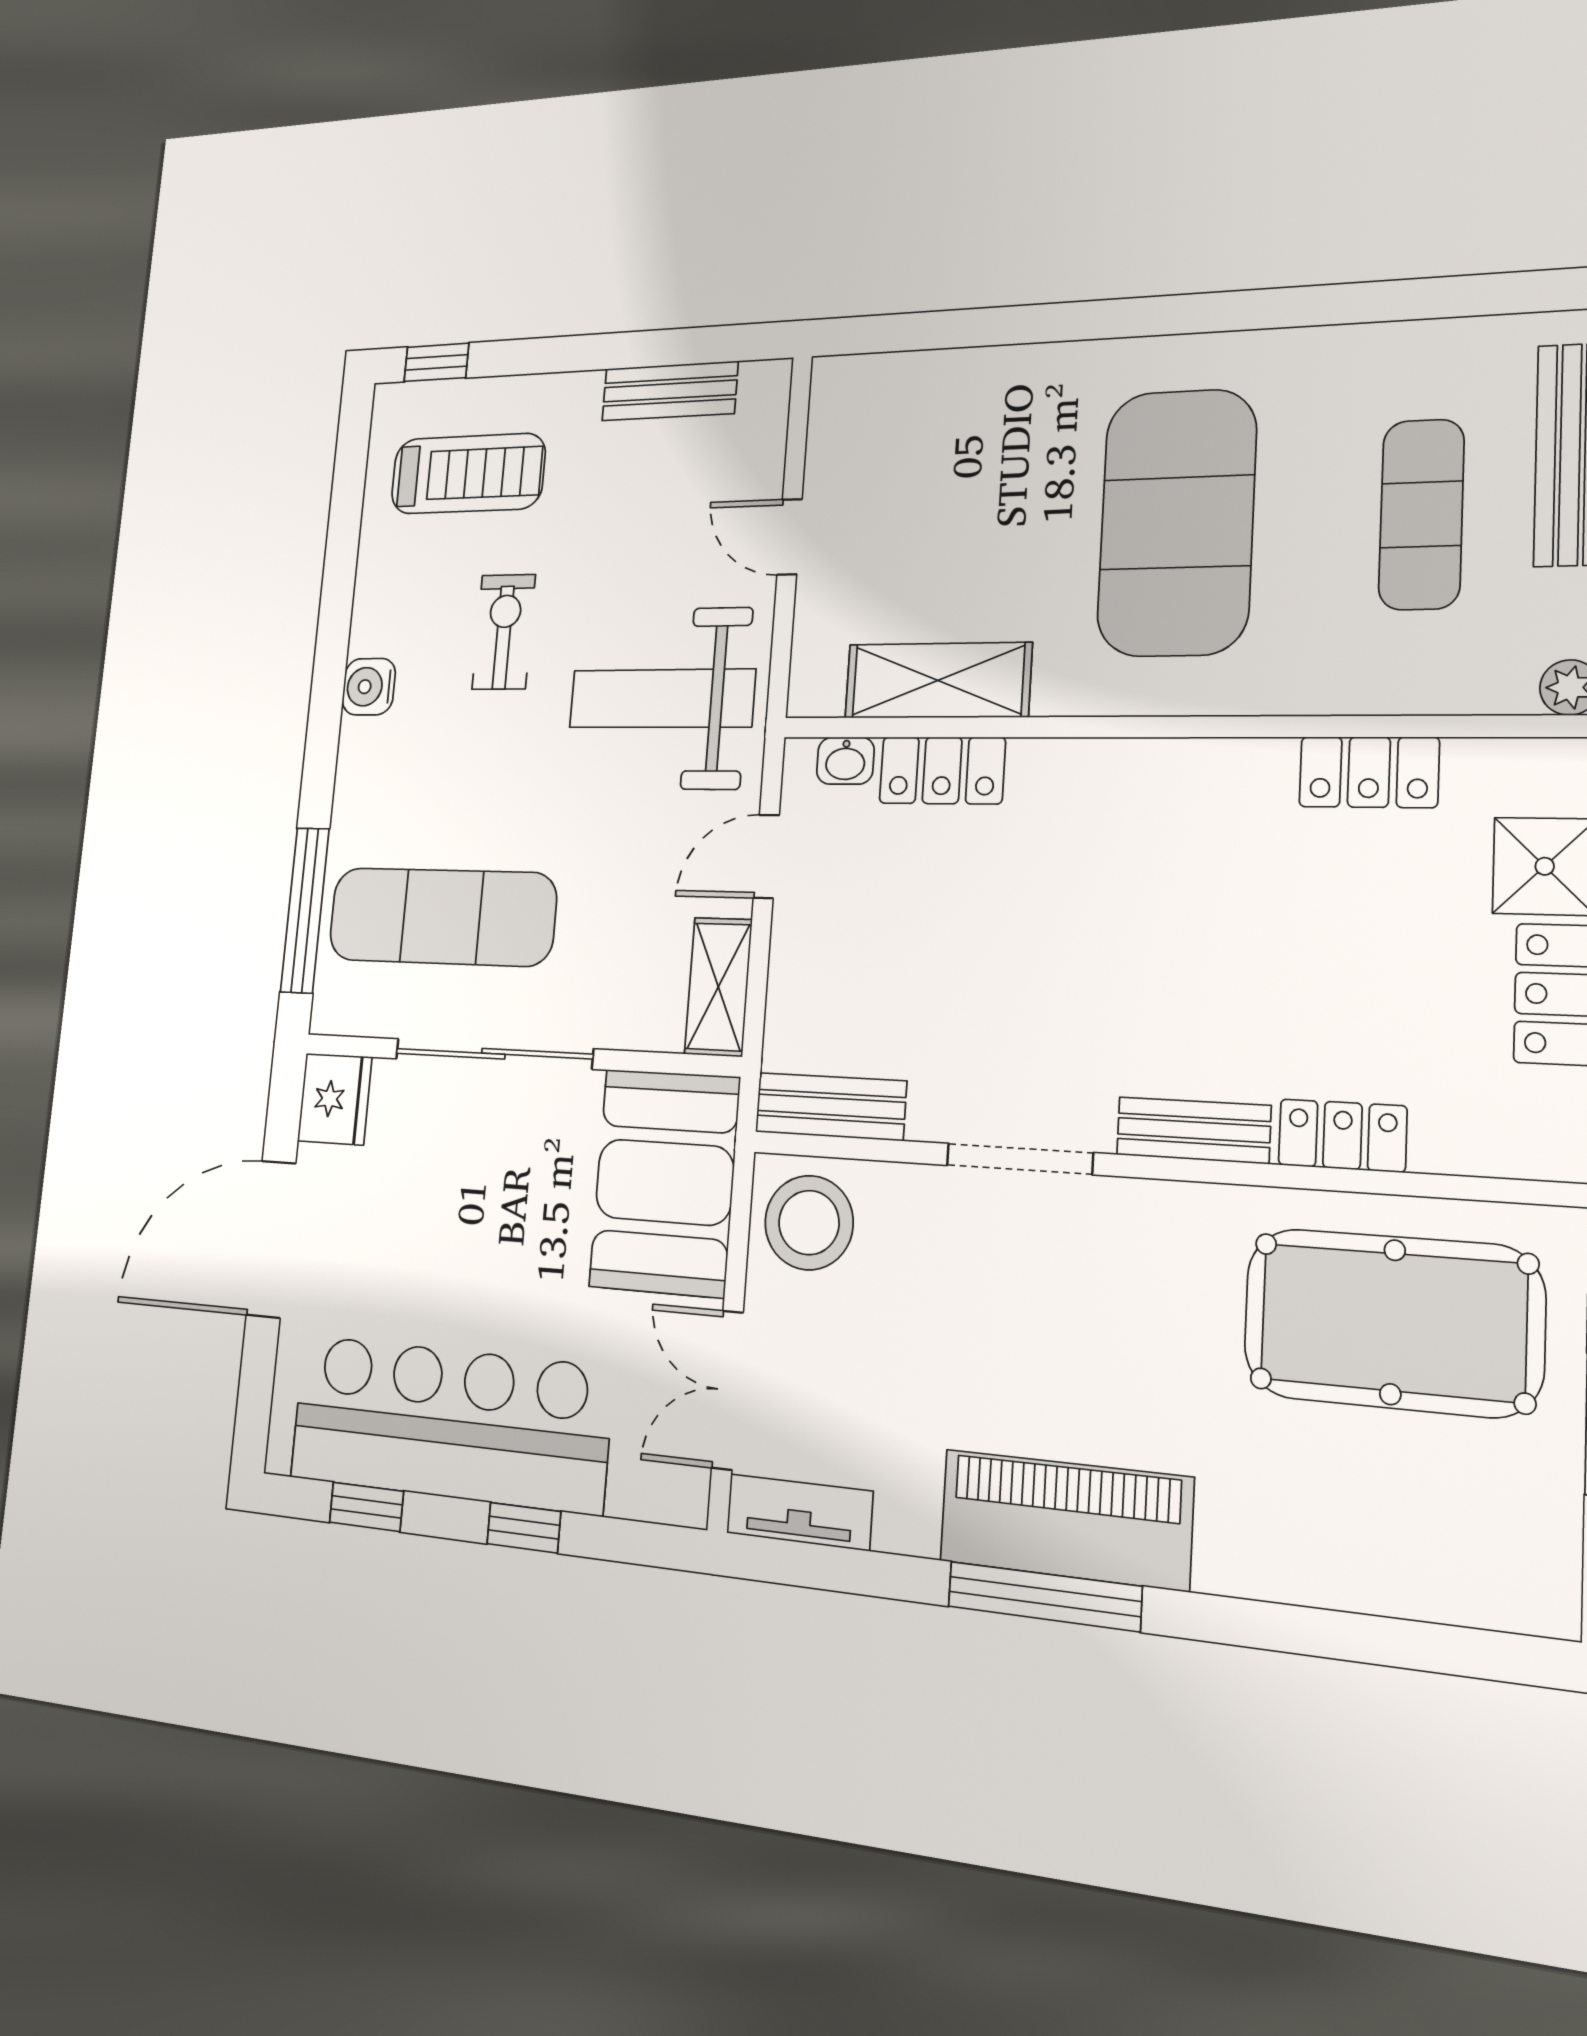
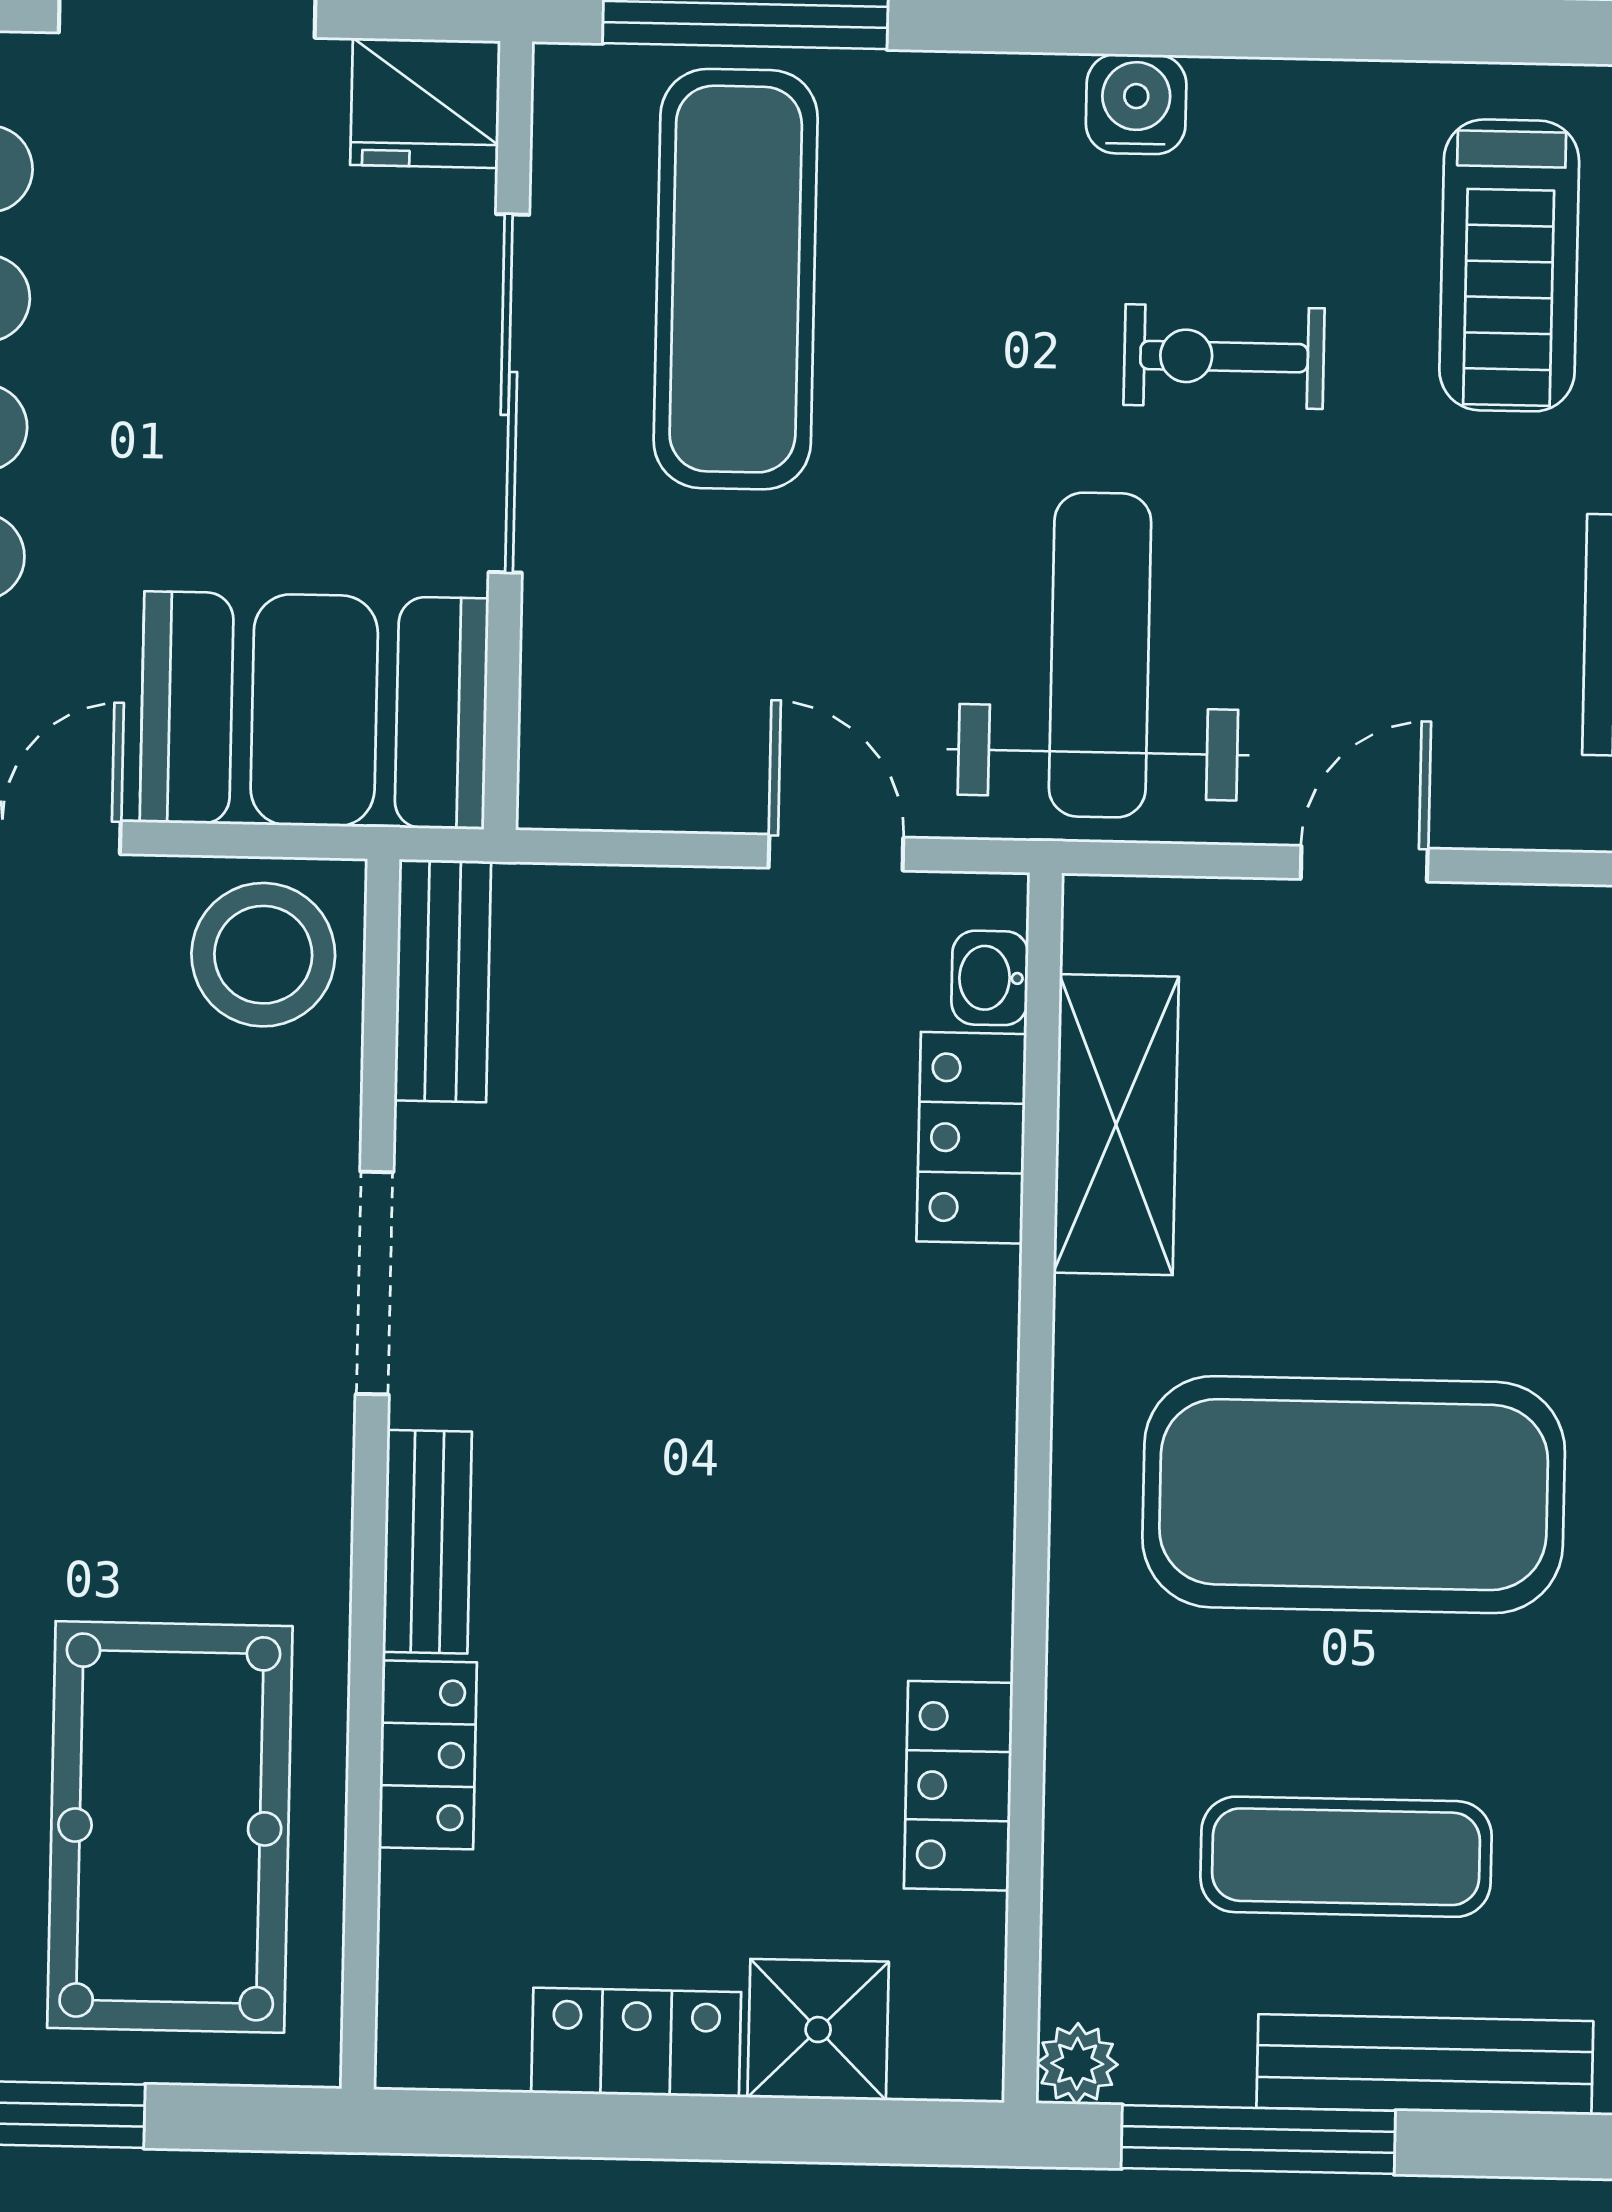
exercise bike: (504, 632) -> (1224, 357), turned 180
shelving: (718, 987) -> (626, 783), removed

